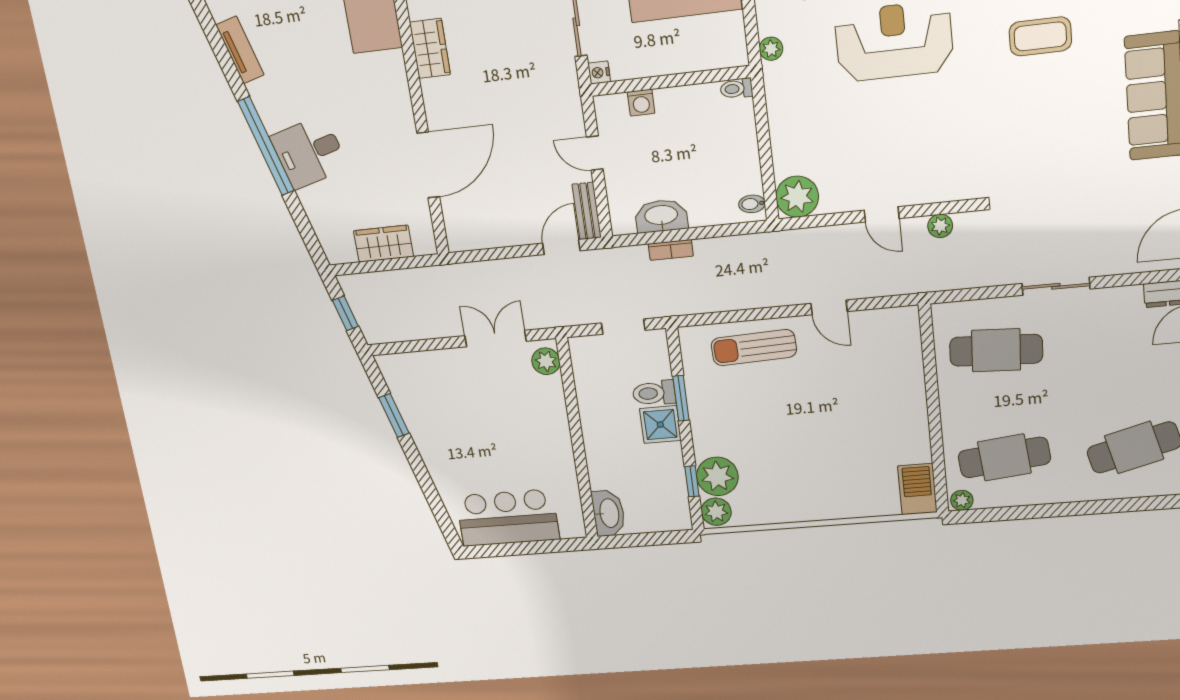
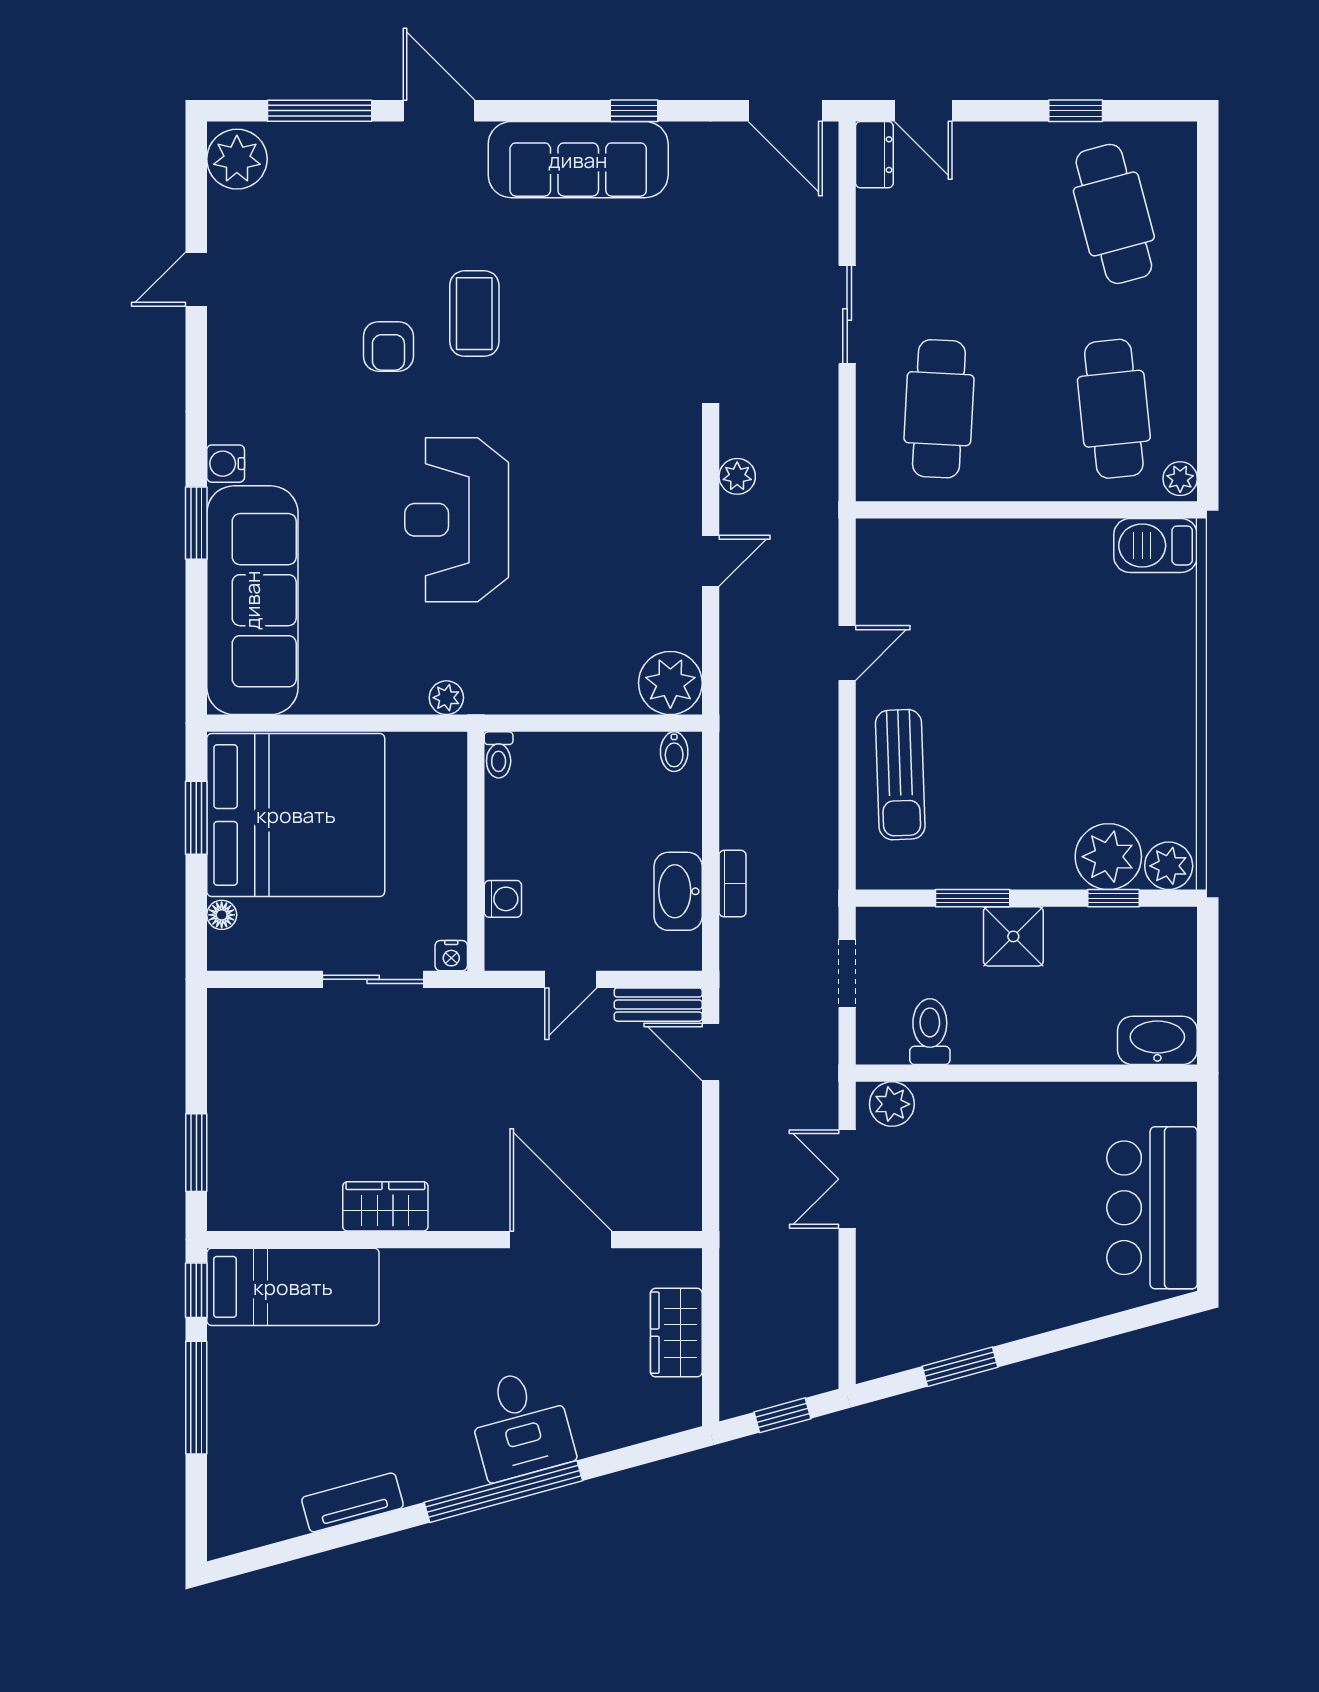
toilet: (654, 393) -> (930, 1032), moved, turned 180

